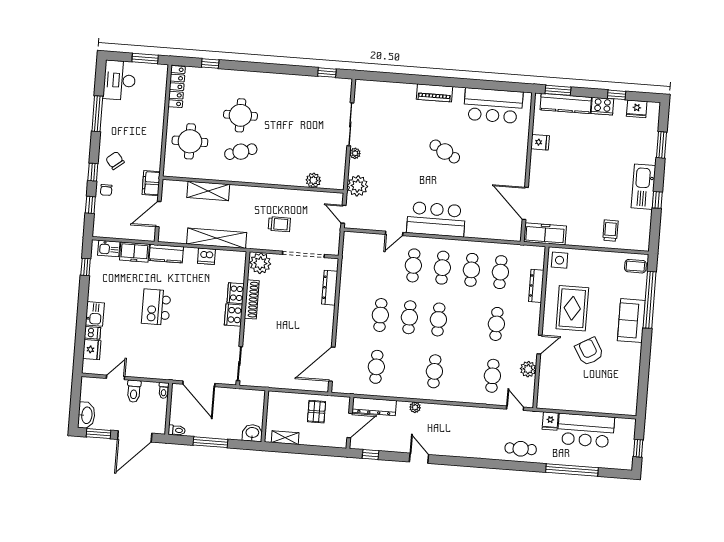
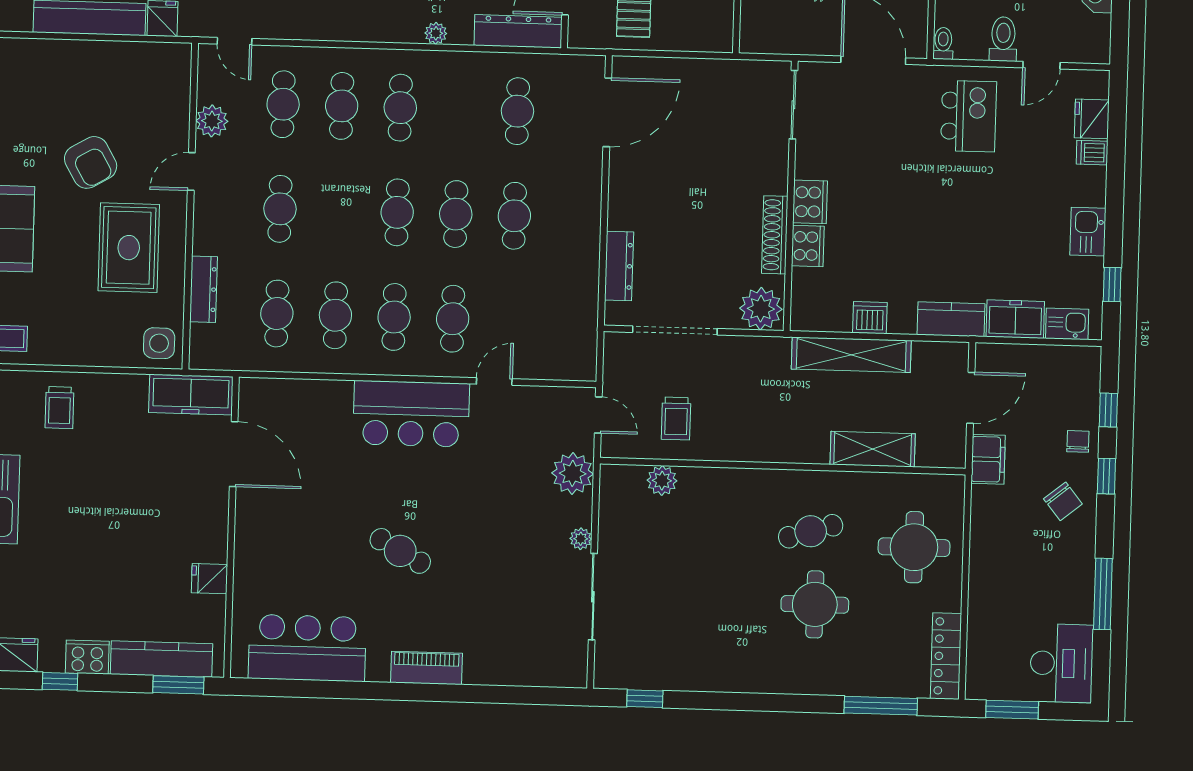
window: (210, 64) -> (881, 706), width x2.17
trolley: (279, 224) -> (676, 419), moved, turned -90
kitchen island: (156, 307) -> (969, 116), moved
kitchen sink: (95, 314) -> (1088, 232), moved
cafe table: (463, 374) -> (342, 106), added

